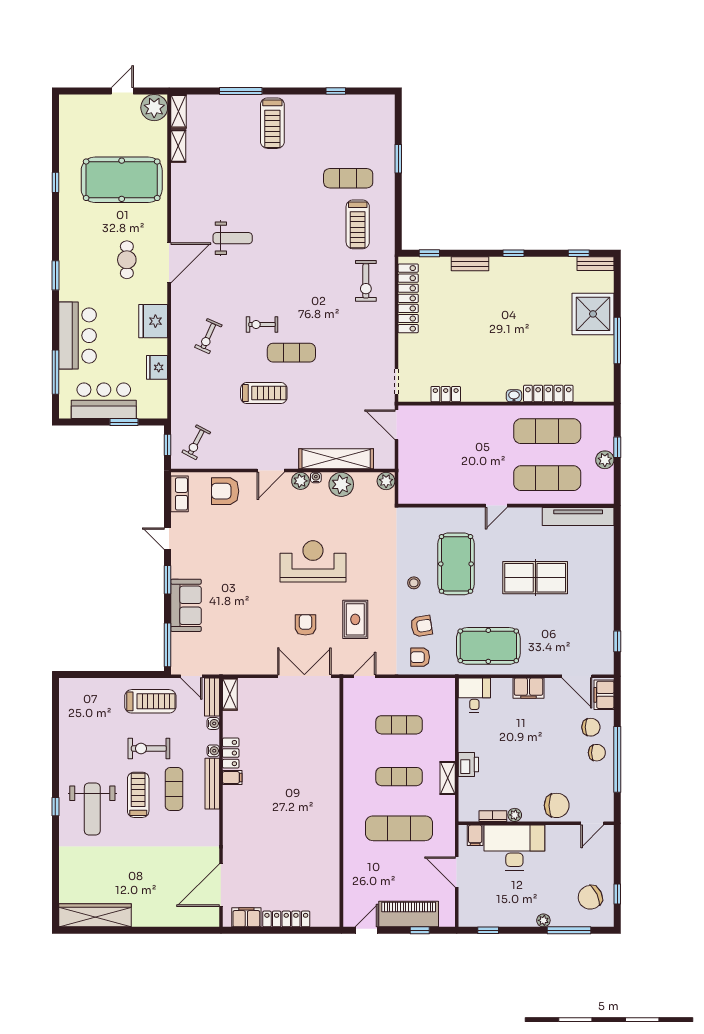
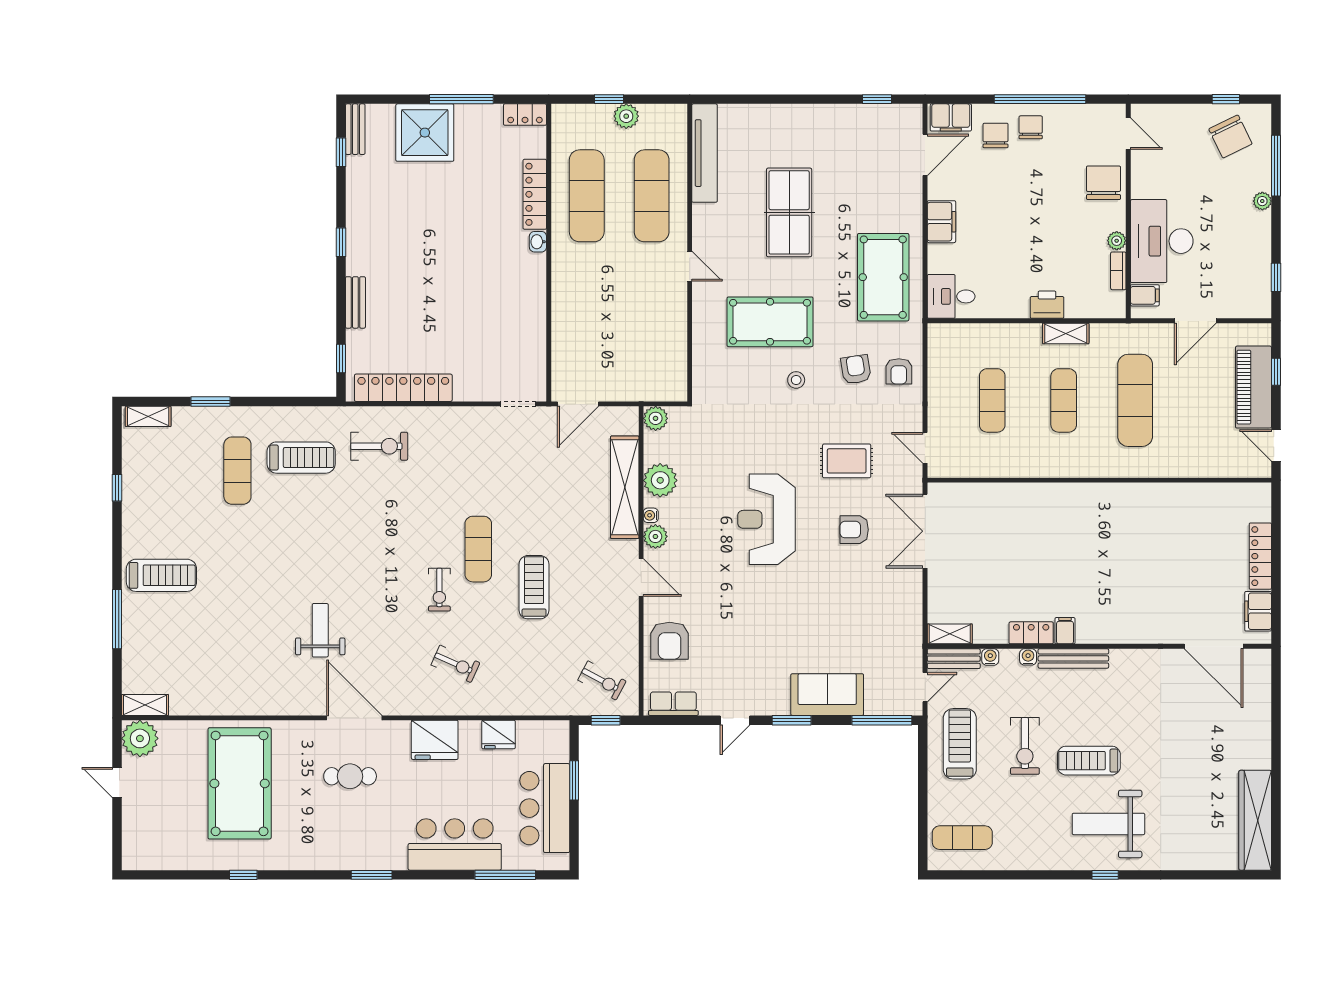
shelving: (178, 146) -> (148, 416), moved
locker: (446, 394) -> (525, 115), moved, turned -90
exercise mat: (174, 789) -> (962, 838), moved
weight bench: (92, 809) -> (1108, 824), turned 180

